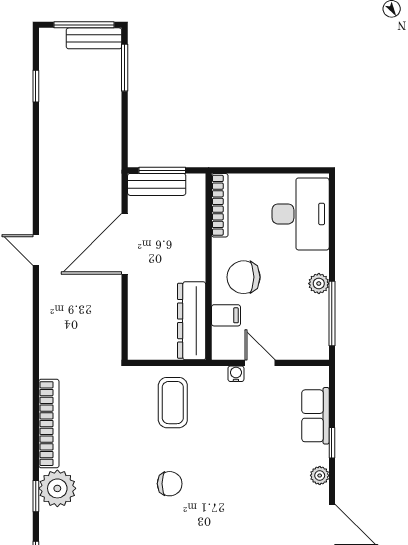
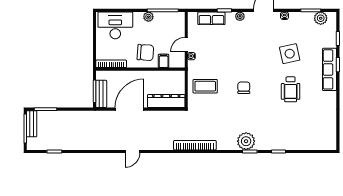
door: (125, 244) -> (130, 109), swing flipped
chair: (244, 277) -> (145, 53), turned -86
dresser: (192, 321) -> (166, 101), moved, turned 180
bookcase: (49, 424) -> (195, 145), moved

